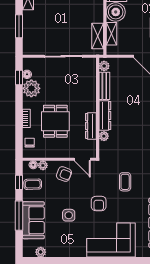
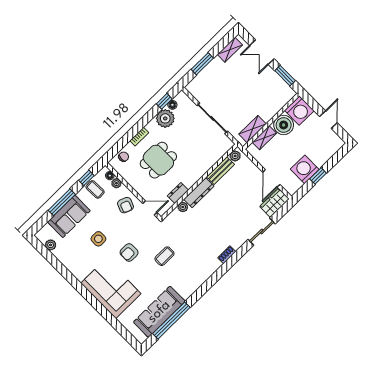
dresser: (91, 126) -> (178, 193), width x0.70
door: (82, 159) -> (150, 208), swing flipped

